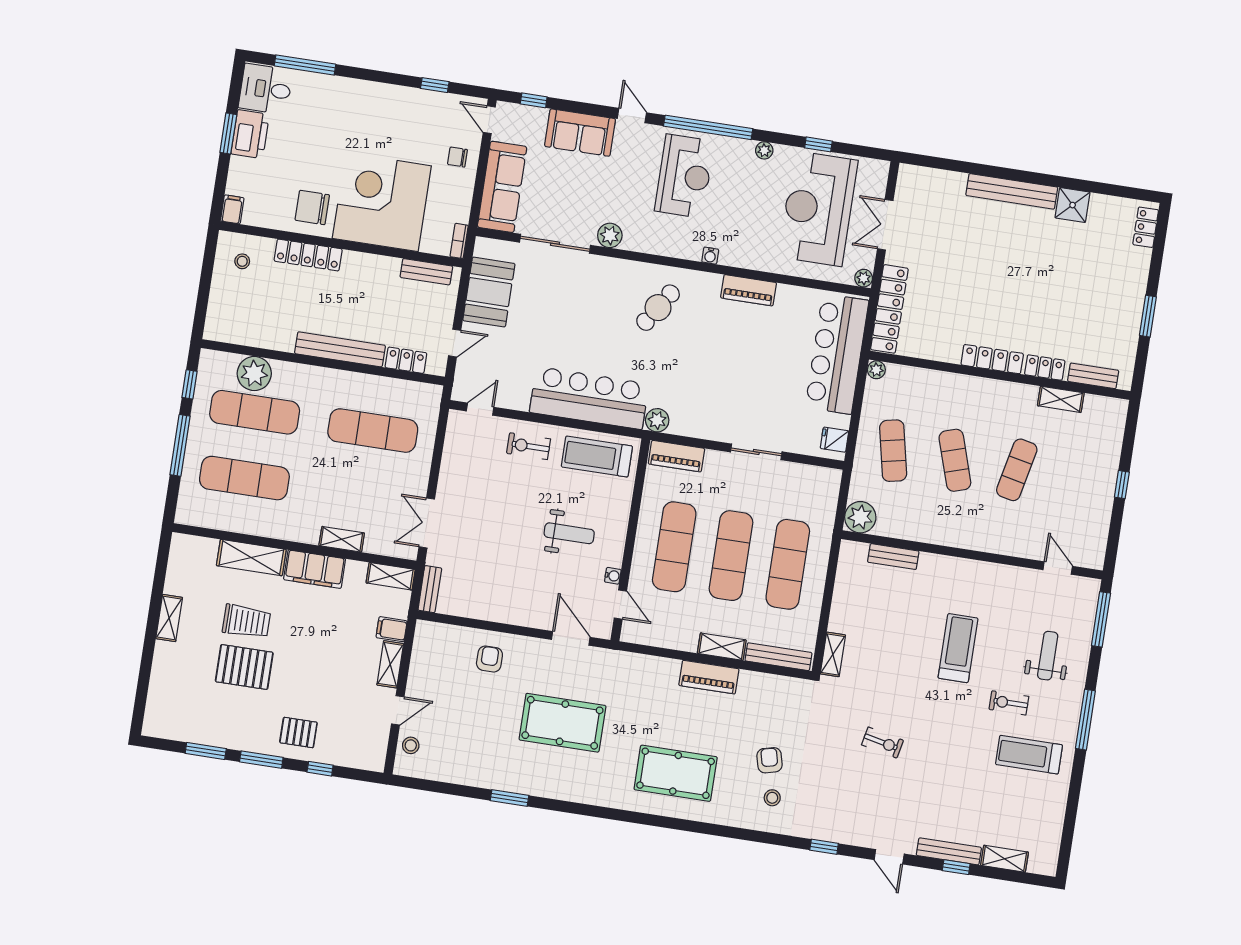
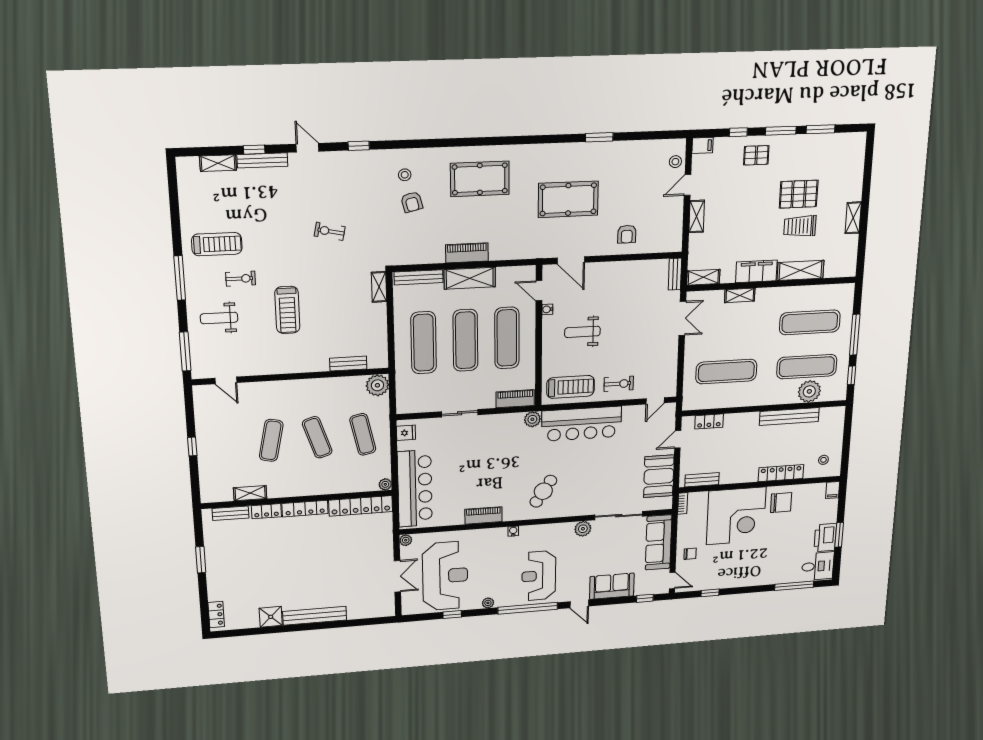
locker: (889, 309) -> (361, 506), moved, turned -90
bench: (340, 349) -> (789, 417), moved
filing cabinet: (392, 629) -> (702, 145), moved
shelving: (722, 647) -> (470, 278), width x1.50, depth x1.33
weight bench: (1048, 656) -> (219, 318), turned 90

